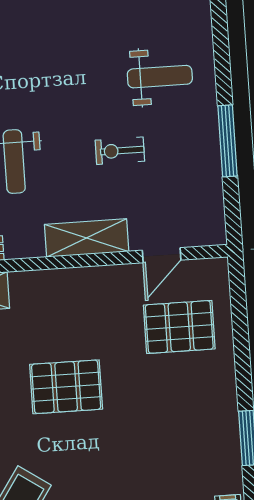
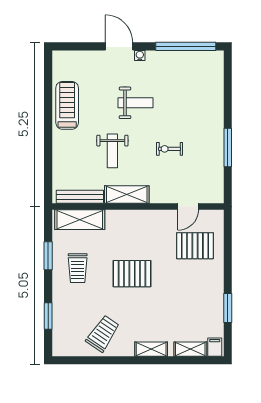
weight bench: (160, 77) -> (135, 103), moved
shelving: (87, 238) -> (127, 194), moved

